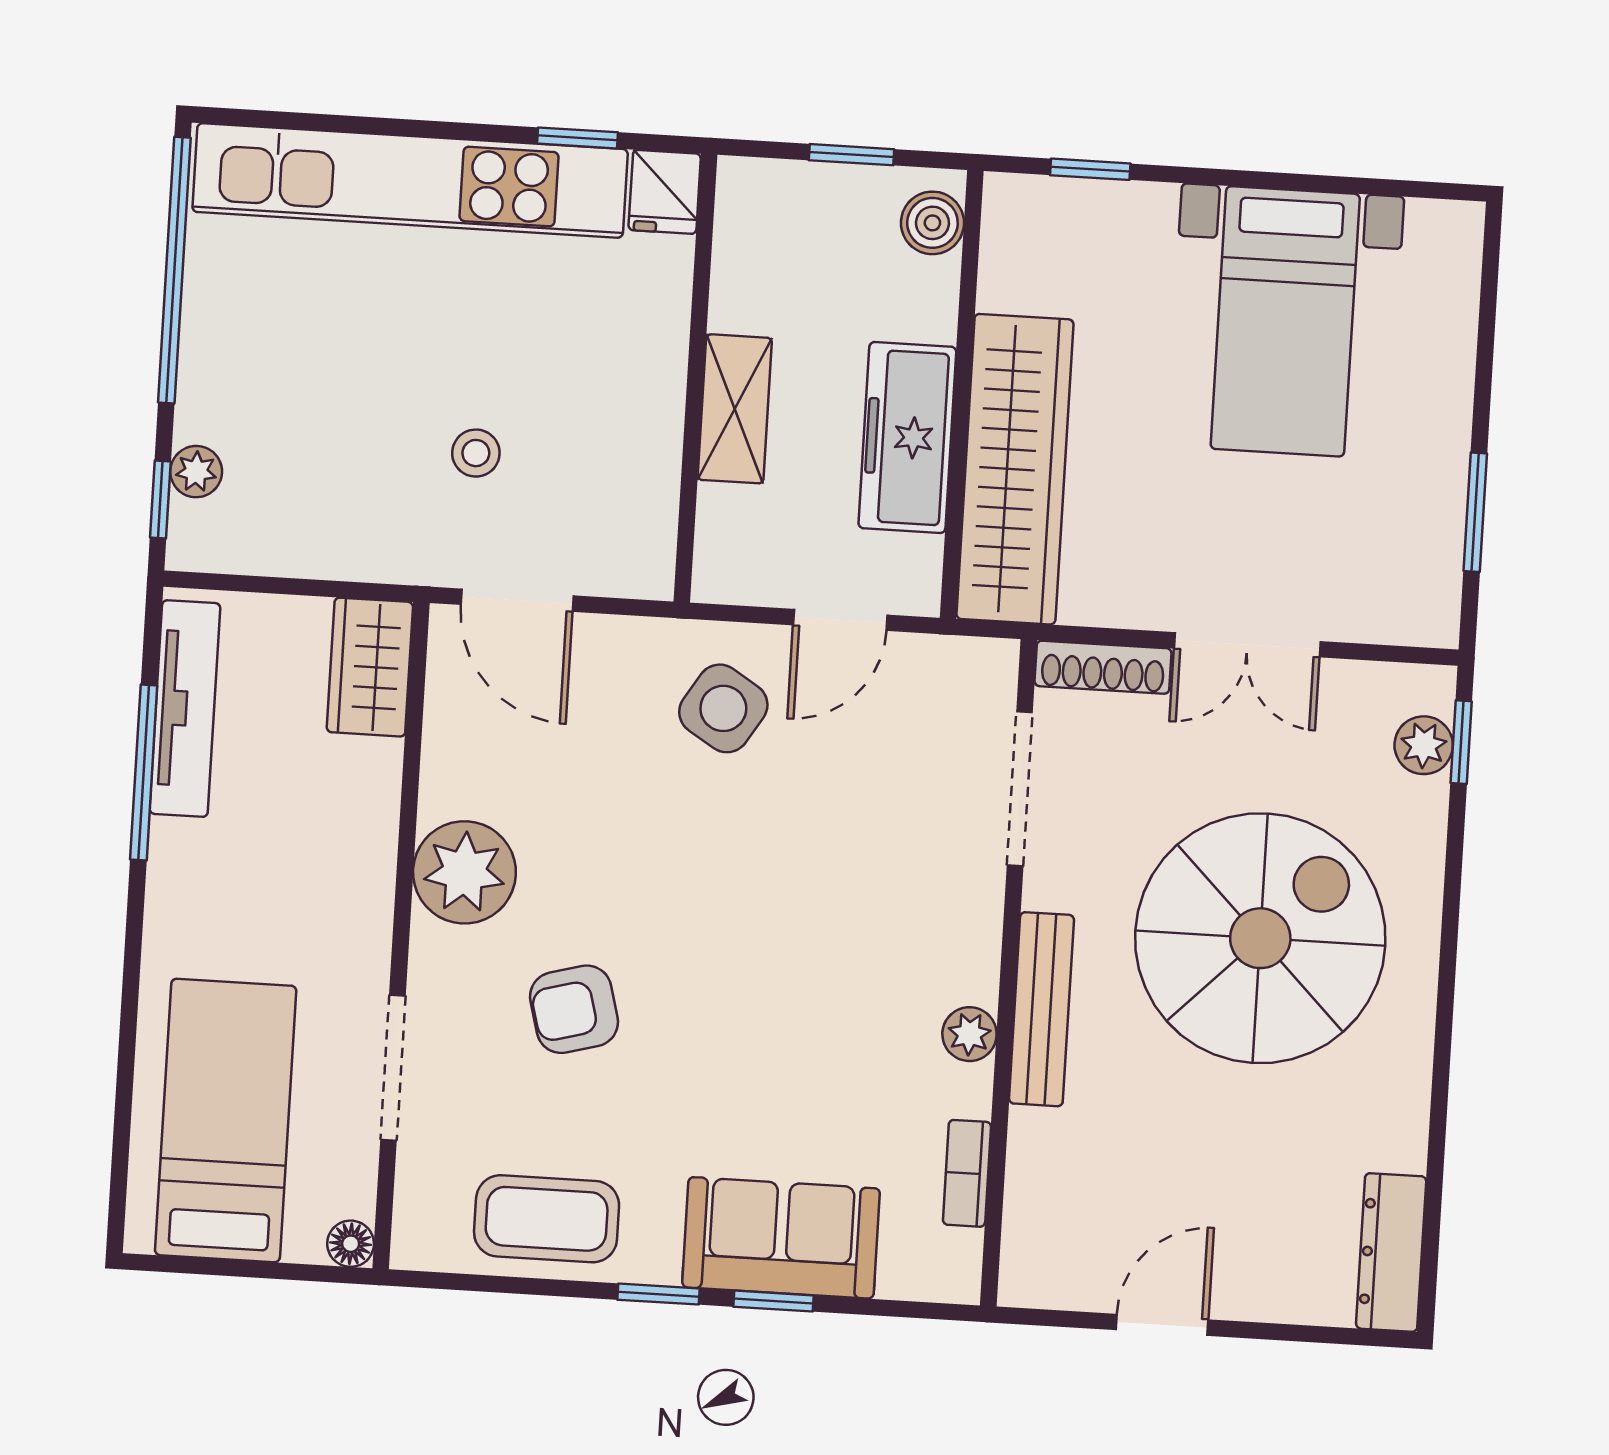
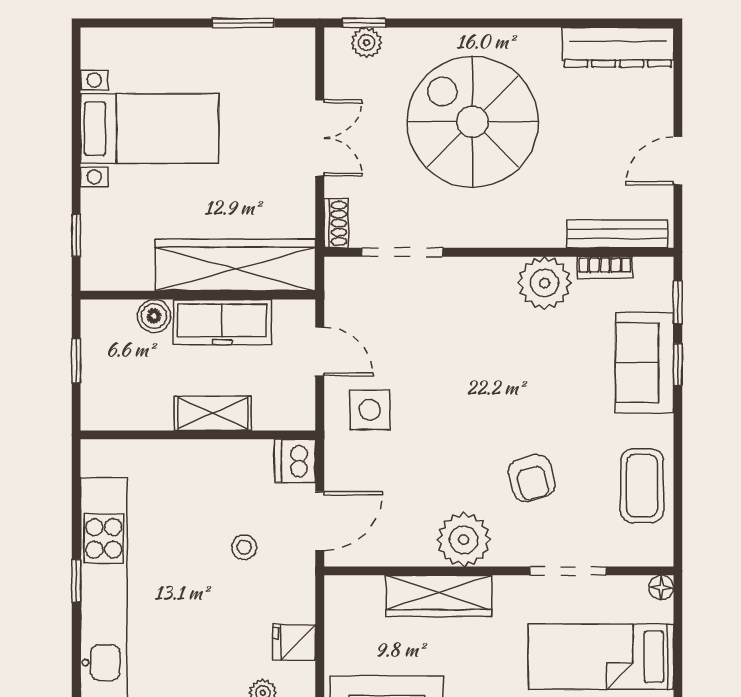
window: (577, 138) -> (76, 581), moved
fridge: (665, 192) -> (294, 642), moved, turned 180
boiler: (932, 223) -> (154, 316), moved
dishwasher: (634, 560) -> (295, 461), added
wardrobe: (370, 667) -> (439, 596), moved, width x1.50
shoe rack: (1103, 667) -> (336, 223), width x0.70
side table: (723, 708) -> (370, 410), turned -32
bench: (1041, 1009) -> (618, 234), moved
plant: (969, 1034) -> (544, 283), width x1.88, depth x1.88
dresser: (1391, 1252) -> (618, 47), width x1.37, depth x1.24
window: (658, 1294) -> (678, 302), moved
door: (1162, 1325) -> (678, 161), hinge flipped

